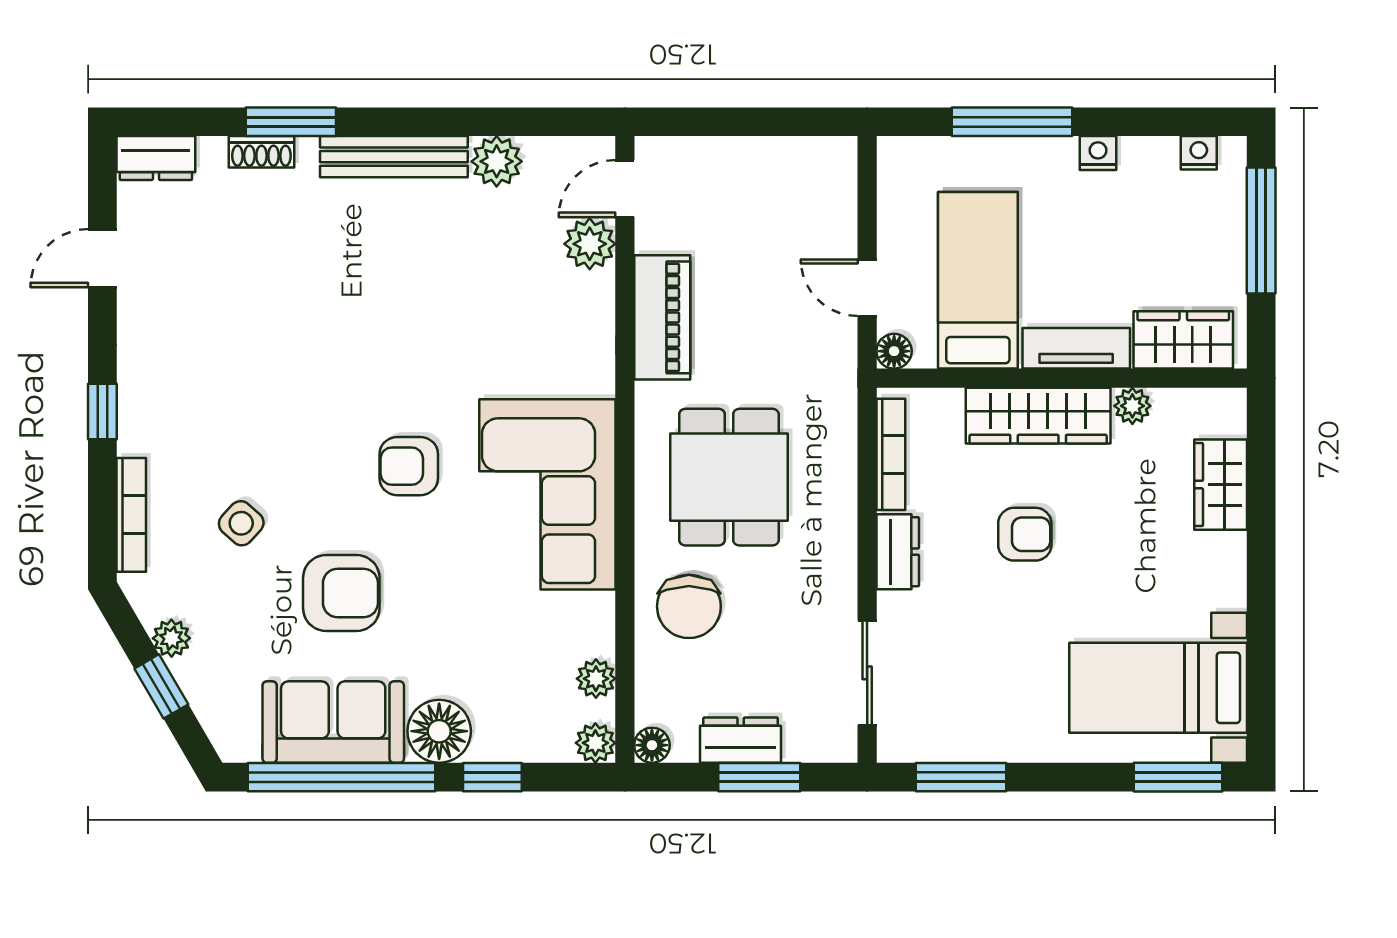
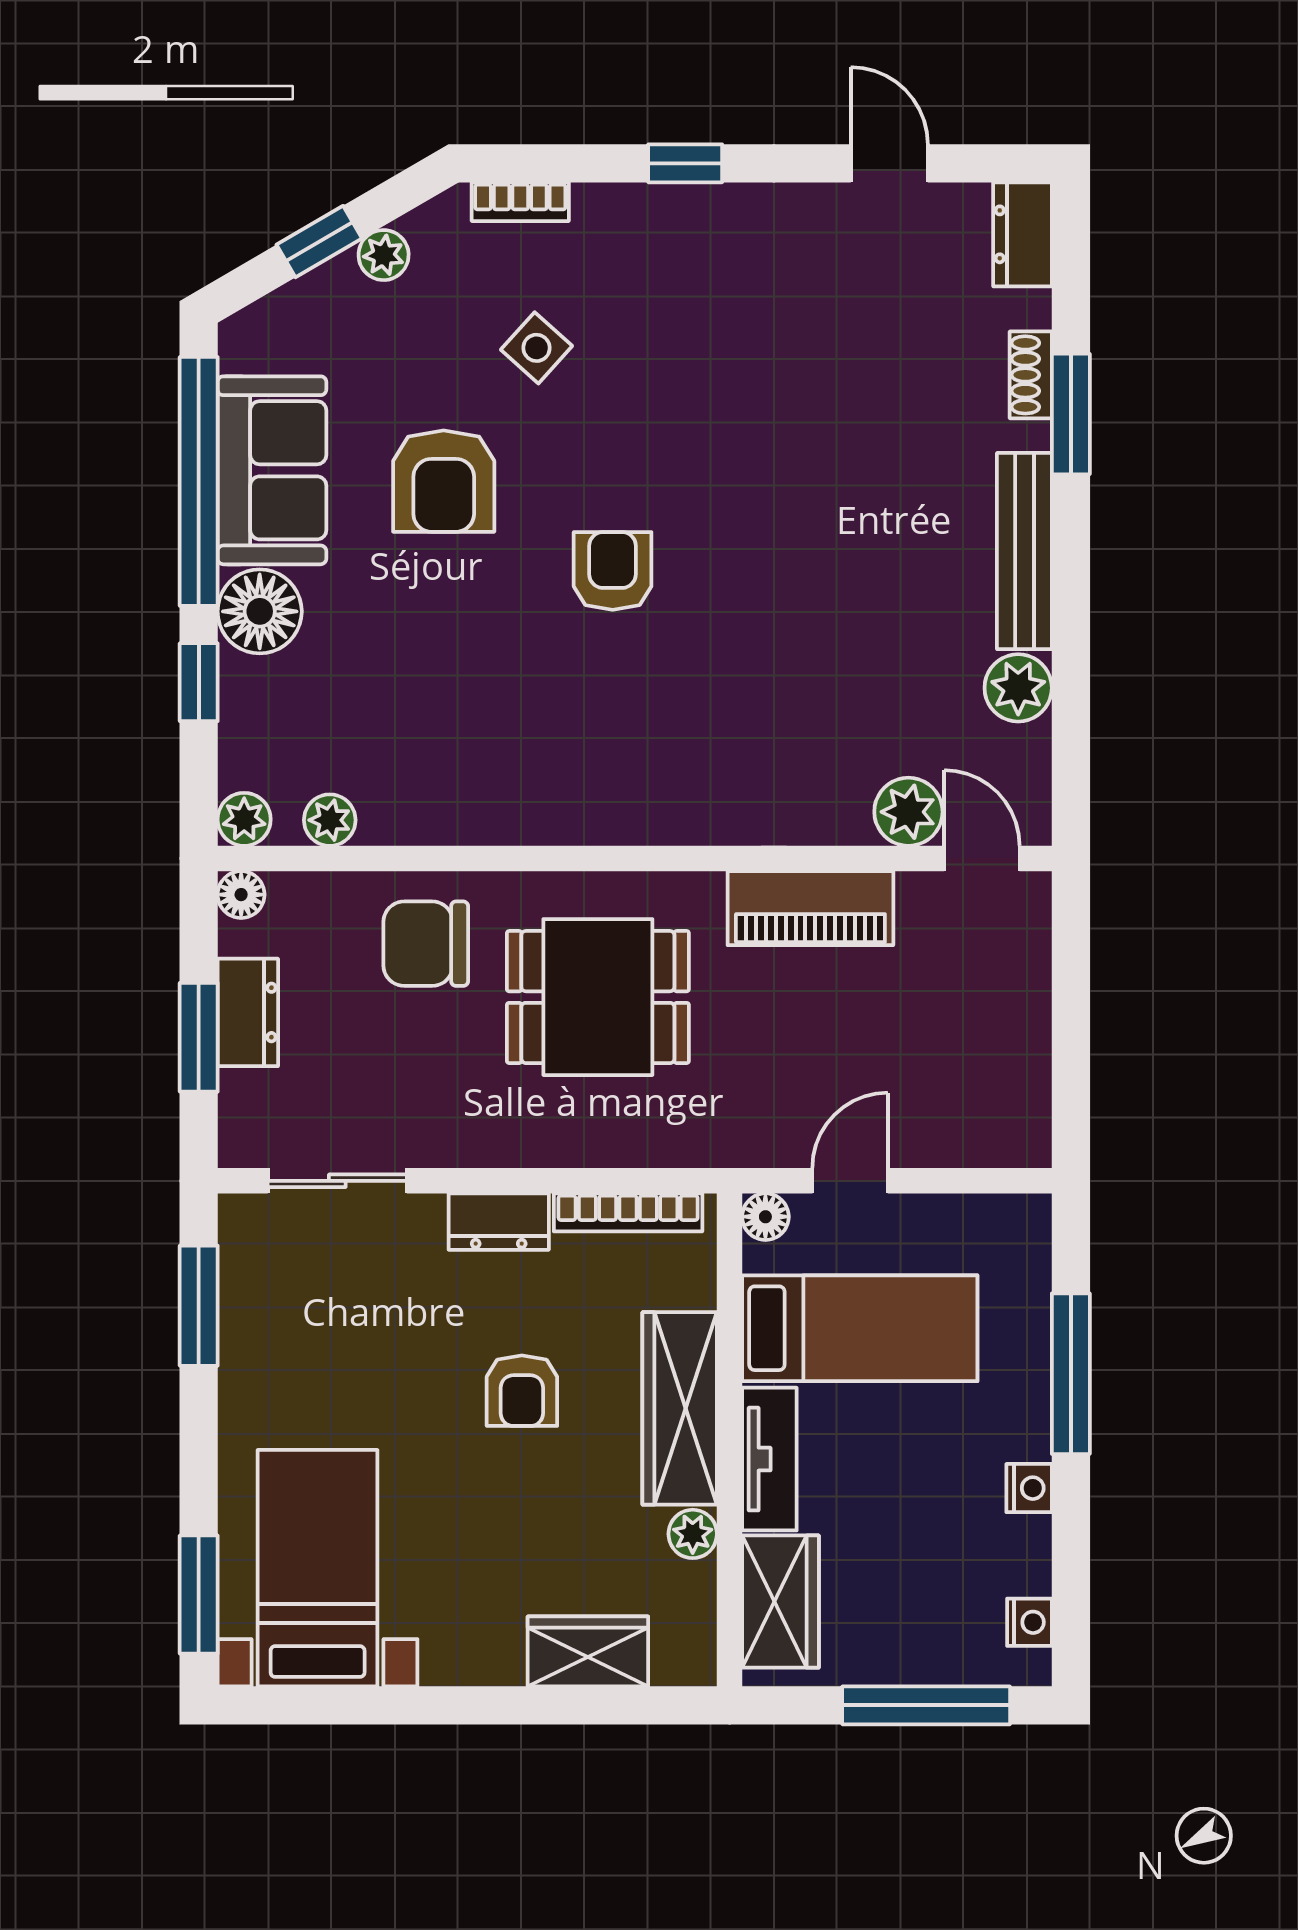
corner sofa: (547, 494) -> (575, 755), removed
bookcase: (131, 515) -> (520, 202), width x0.64

